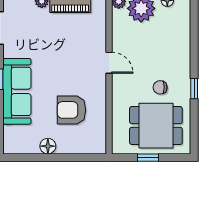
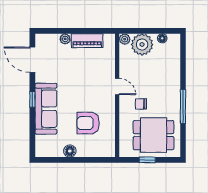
chair: (160, 87) -> (141, 104), moved
window: (194, 89) -> (183, 106), width x2.17

